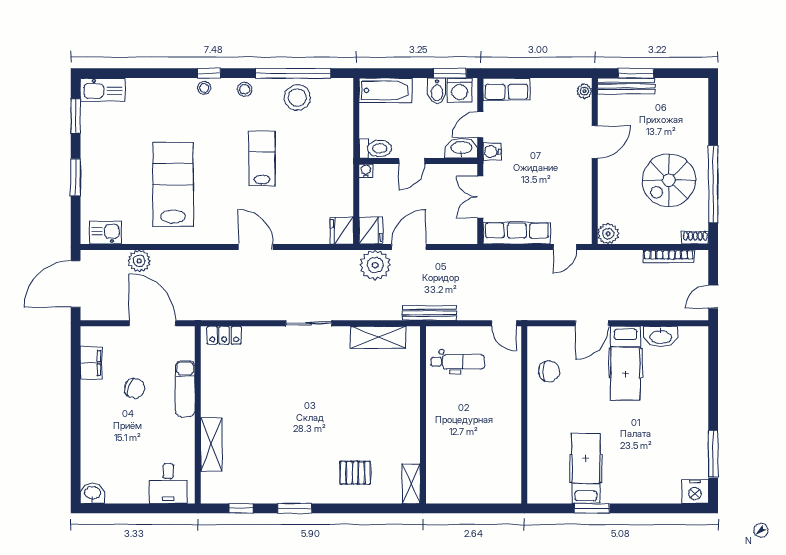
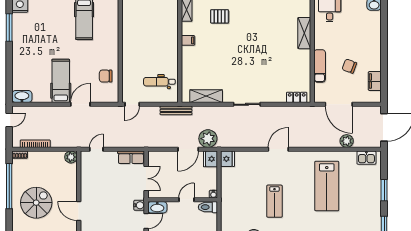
door: (595, 142) -> (79, 211), hinge flipped
spiral stairs: (669, 180) -> (36, 203), moved
row of seats: (517, 233) -> (131, 157), width x0.68
door: (256, 247) -> (278, 149), swing flipped
door: (504, 323) -> (132, 104), swing flipped
washbasin: (661, 336) -> (22, 97), moved
filing cabinet: (409, 432) -> (188, 40), added

